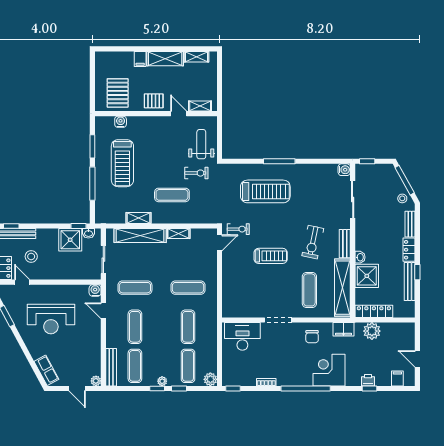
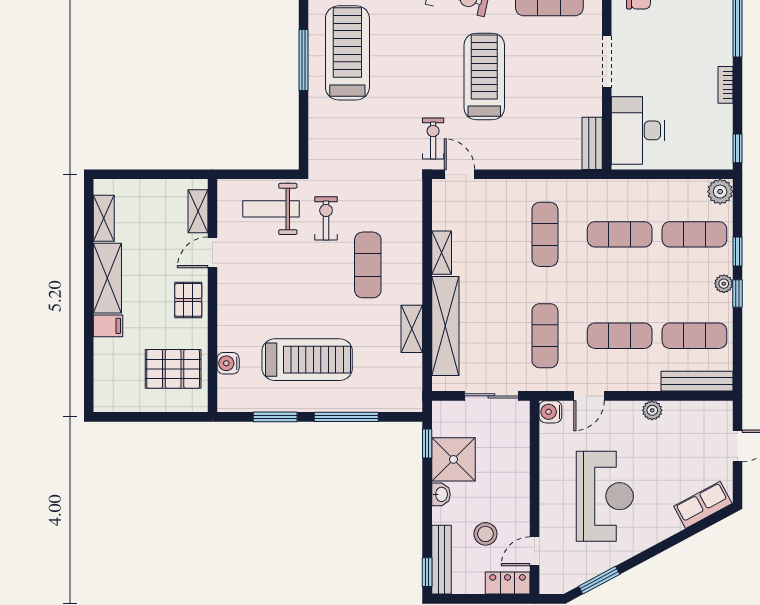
treadmill: (265, 191) -> (347, 53), moved
washbasin: (88, 233) -> (441, 494), moved
treadmill: (271, 256) -> (484, 76), width x1.37, depth x1.38
bench: (236, 312) -> (592, 143), added
plant: (96, 381) -> (652, 410), moved

